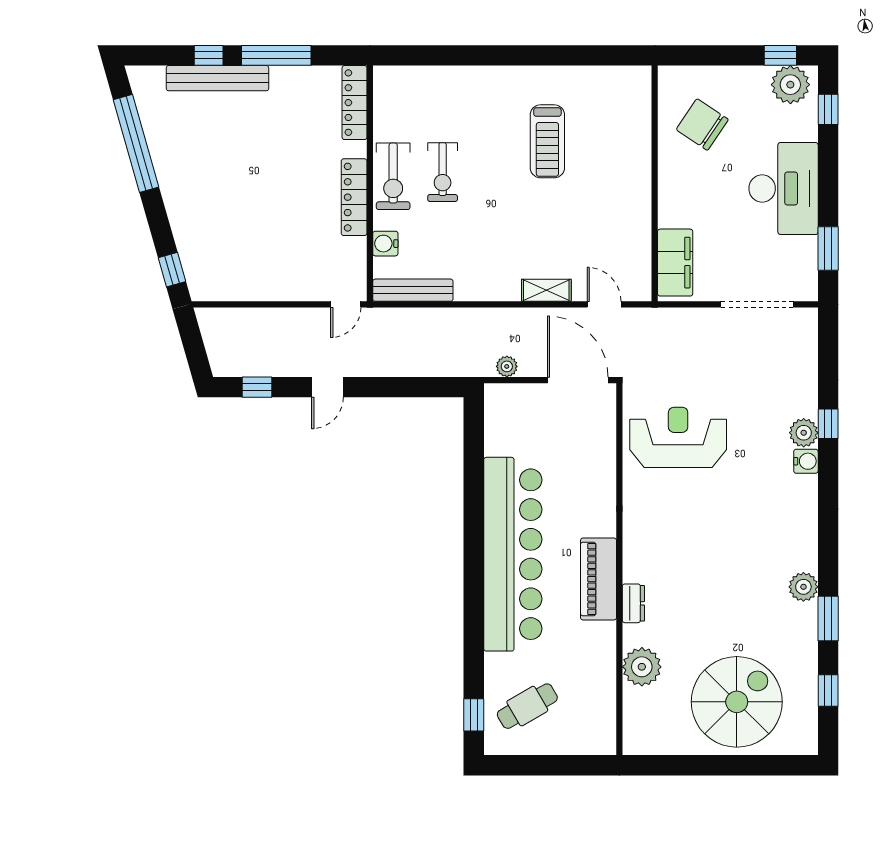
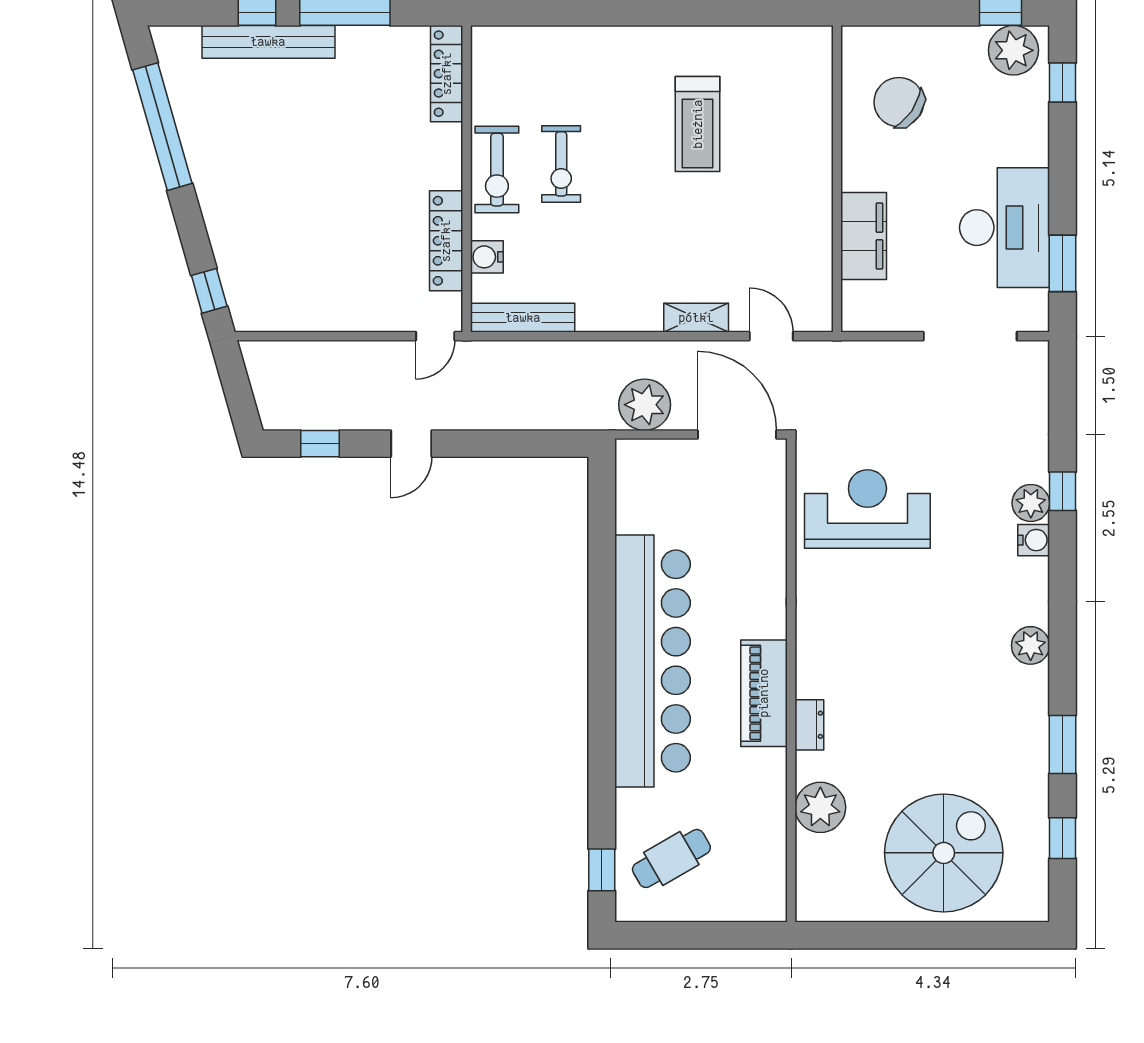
desk: (784, 188) -> (1005, 228), moved
locker: (354, 197) -> (446, 241), moved
filing cabinet: (675, 263) -> (864, 236), moved
plant: (507, 366) -> (645, 405), width x1.87, depth x1.87
plant: (803, 587) -> (1031, 645), moved

